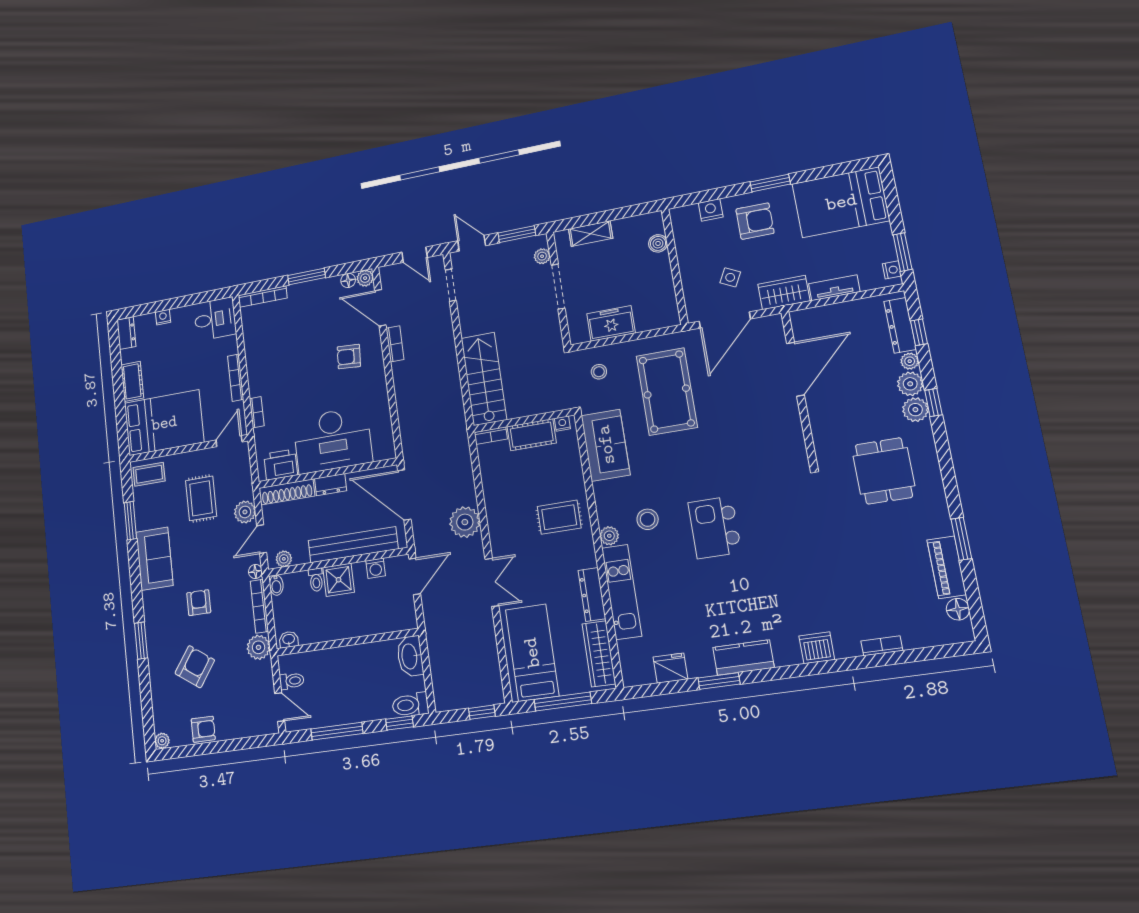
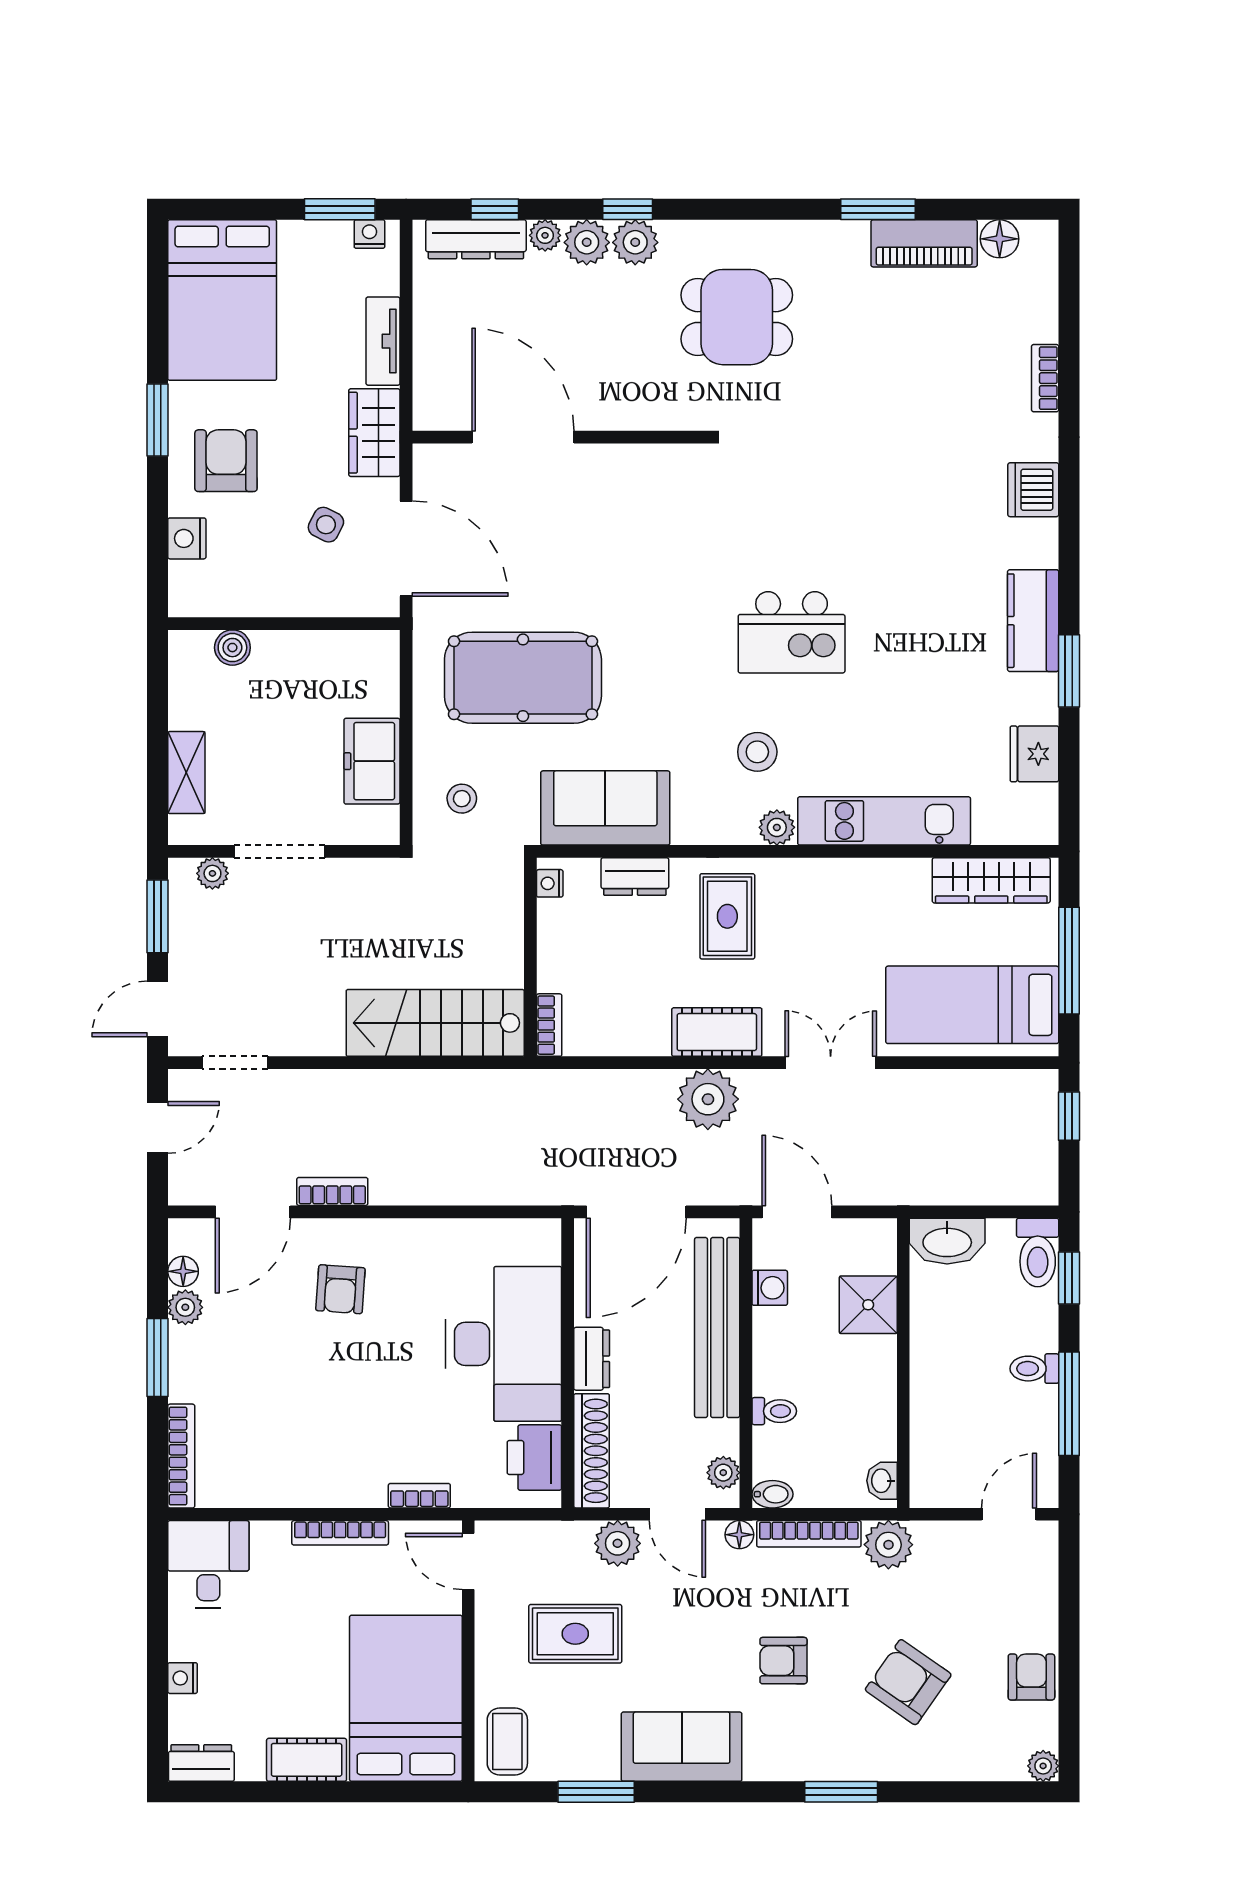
plant: (365, 278) -> (185, 1307), moved
cot: (532, 435) -> (717, 1032), moved, turned 90
shower: (339, 580) -> (868, 1305), moved
dresser: (592, 594) -> (635, 877), moved, width x0.70
toilet: (292, 681) -> (1034, 1369), moved, turned -90

